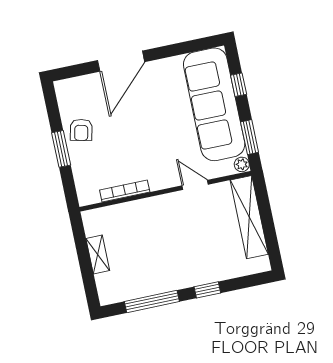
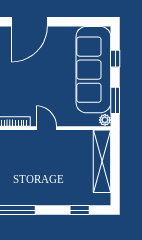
door: (195, 185) -> (46, 128), moved
window: (207, 290) -> (80, 210), moved

